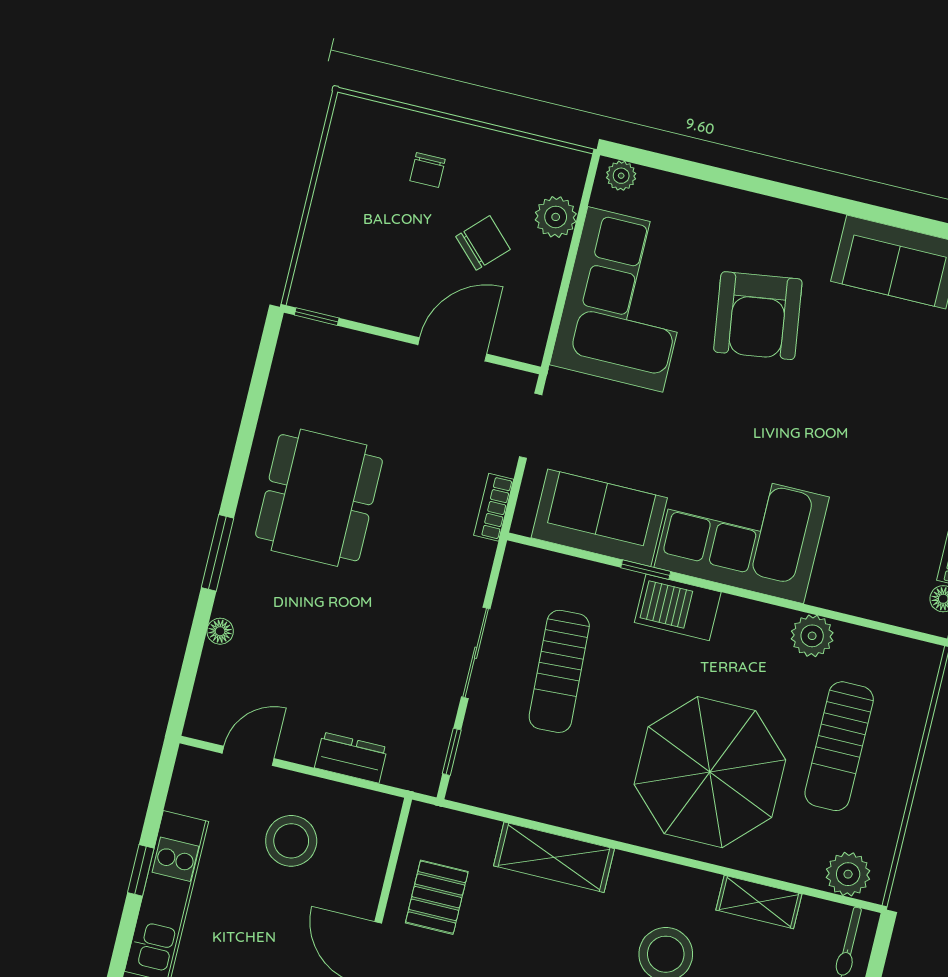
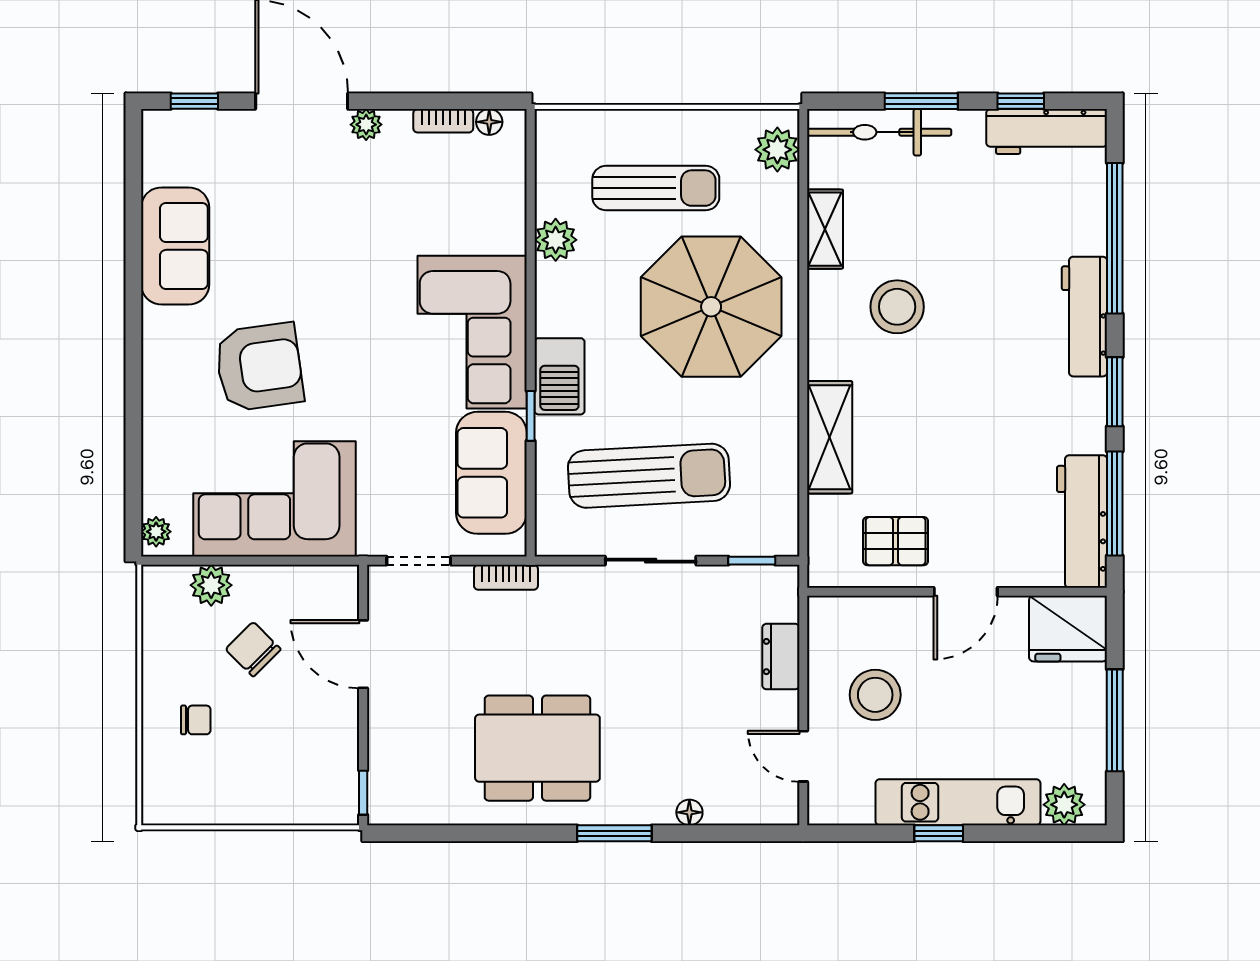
sun lounger: (559, 671) -> (649, 476), width x1.36, depth x1.34

